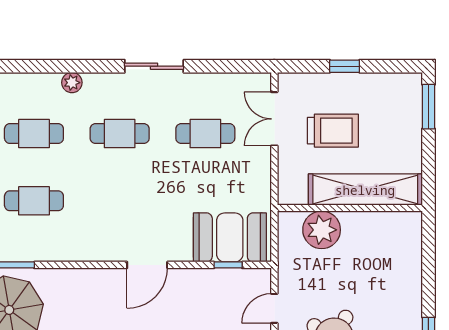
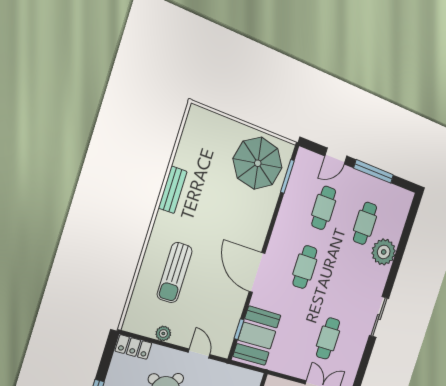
plant: (72, 83) -> (384, 252), width x1.87, depth x1.87
cafe table: (120, 134) -> (305, 267), moved
door: (147, 265) -> (257, 272), width x1.36

